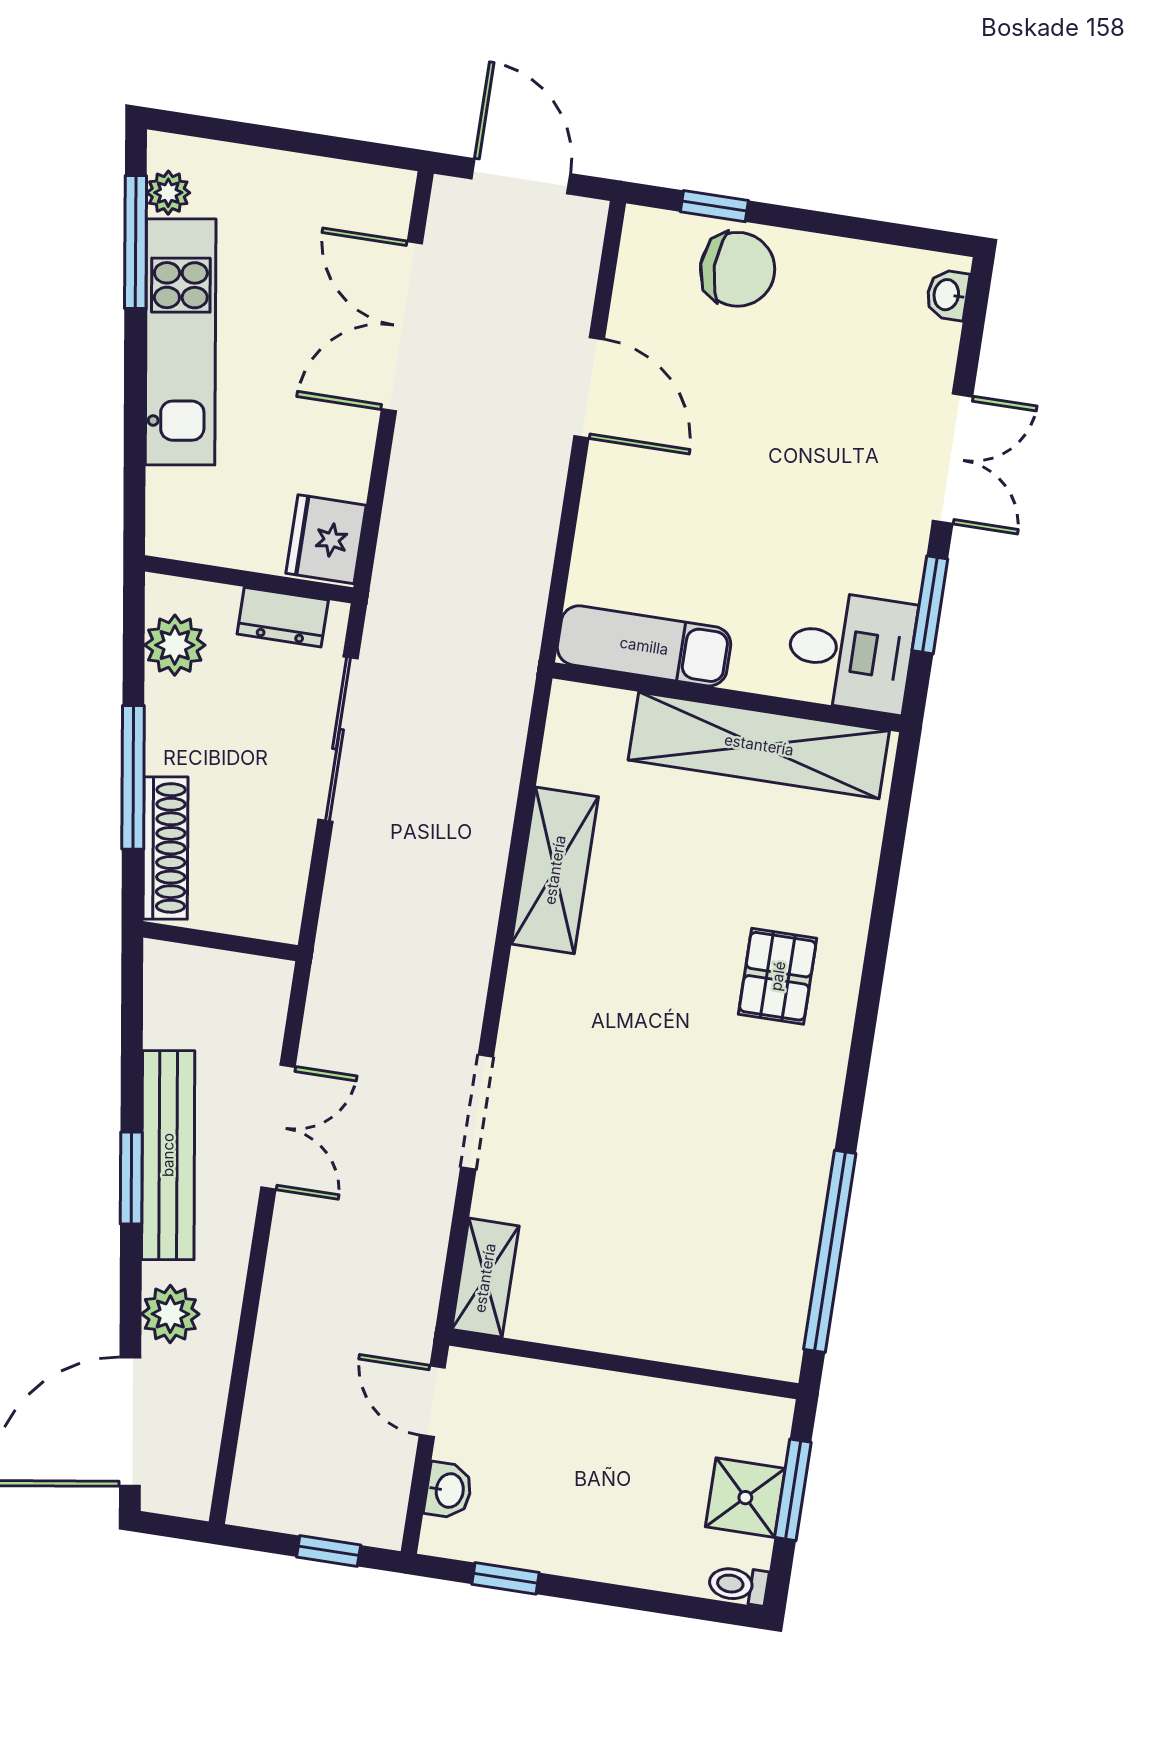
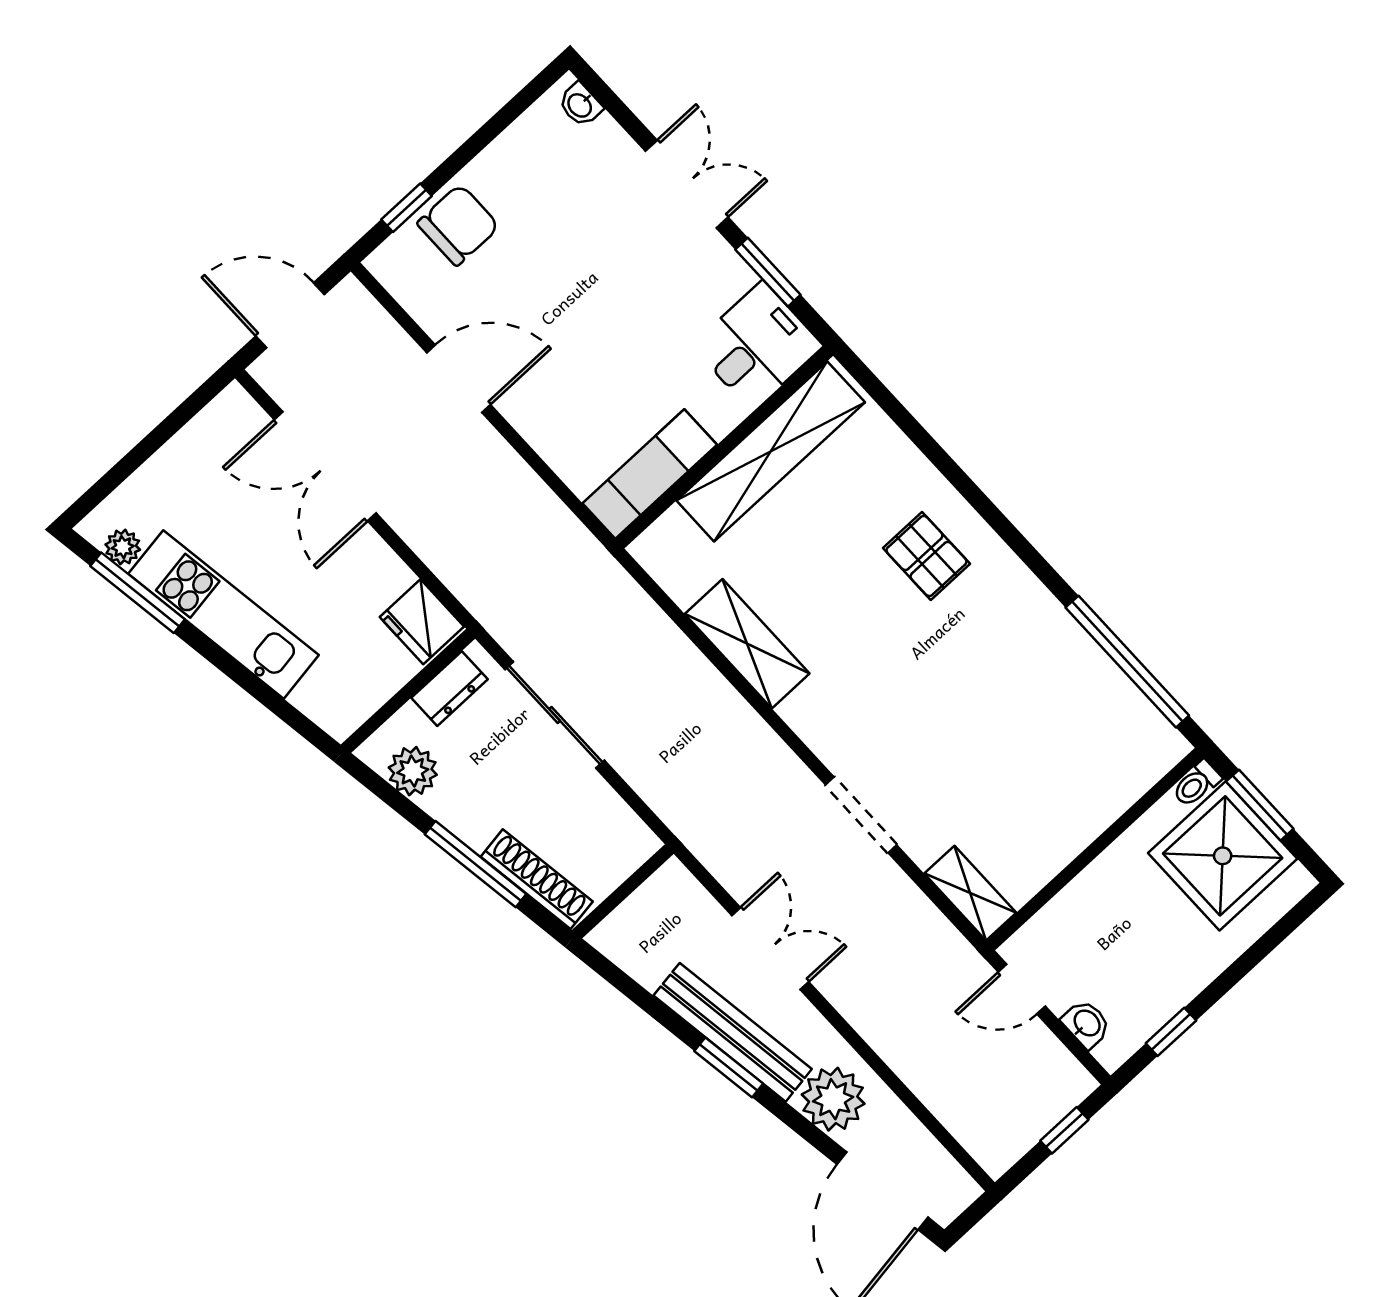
plant: (170, 1314) -> (833, 1099), width x1.36, depth x1.36
shower: (745, 1498) -> (1223, 856), width x1.86, depth x1.86
toilet: (738, 1585) -> (1196, 784), moved

